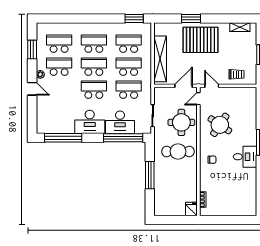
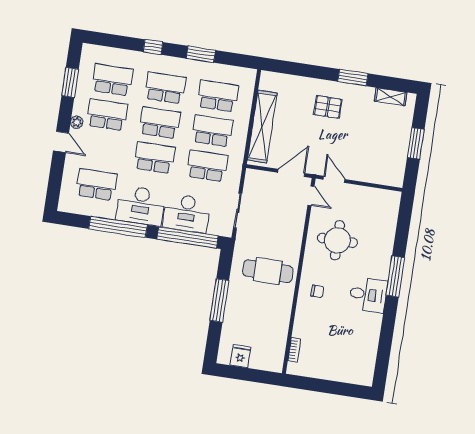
window: (82, 18) -> (153, 47), added
window: (134, 18) -> (201, 54), moved
window: (191, 18) -> (353, 78), moved
pallet: (200, 40) -> (328, 107), width x0.49, depth x0.50
trolley: (236, 74) -> (374, 168), removed
door: (198, 99) -> (311, 196), swing flipped
school desk: (59, 113) -> (96, 184), added
round table: (181, 122) -> (280, 228), removed
round table: (220, 125) -> (337, 240), turned -34
window: (63, 138) -> (118, 227), moved
fridge: (191, 209) -> (240, 356), moved

